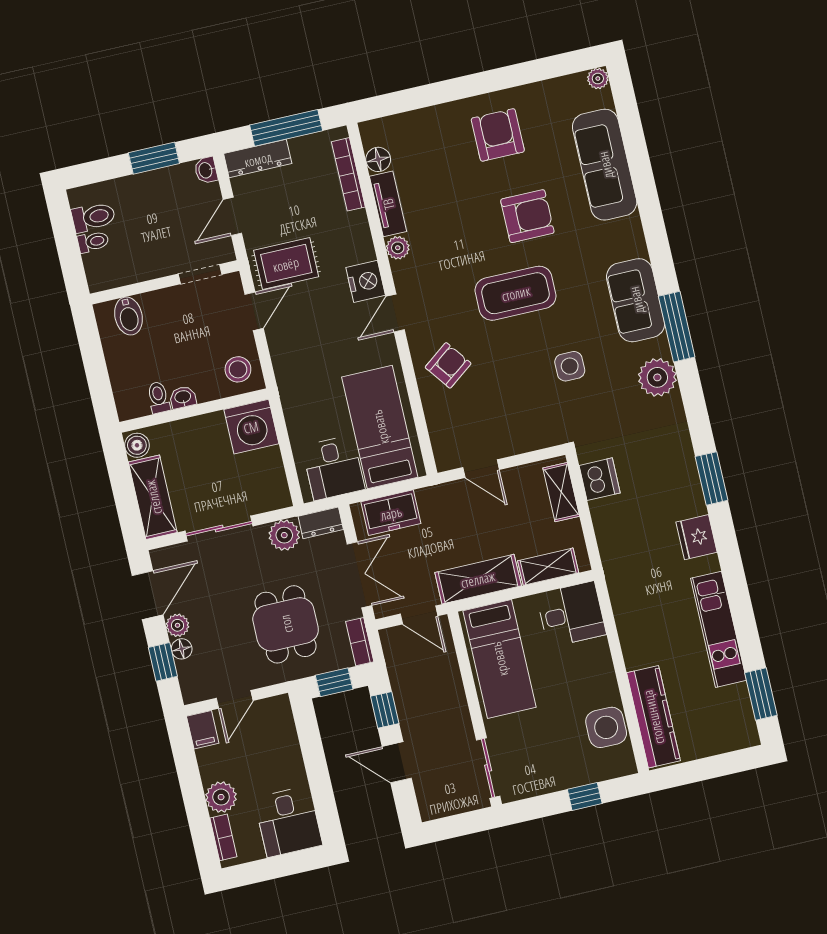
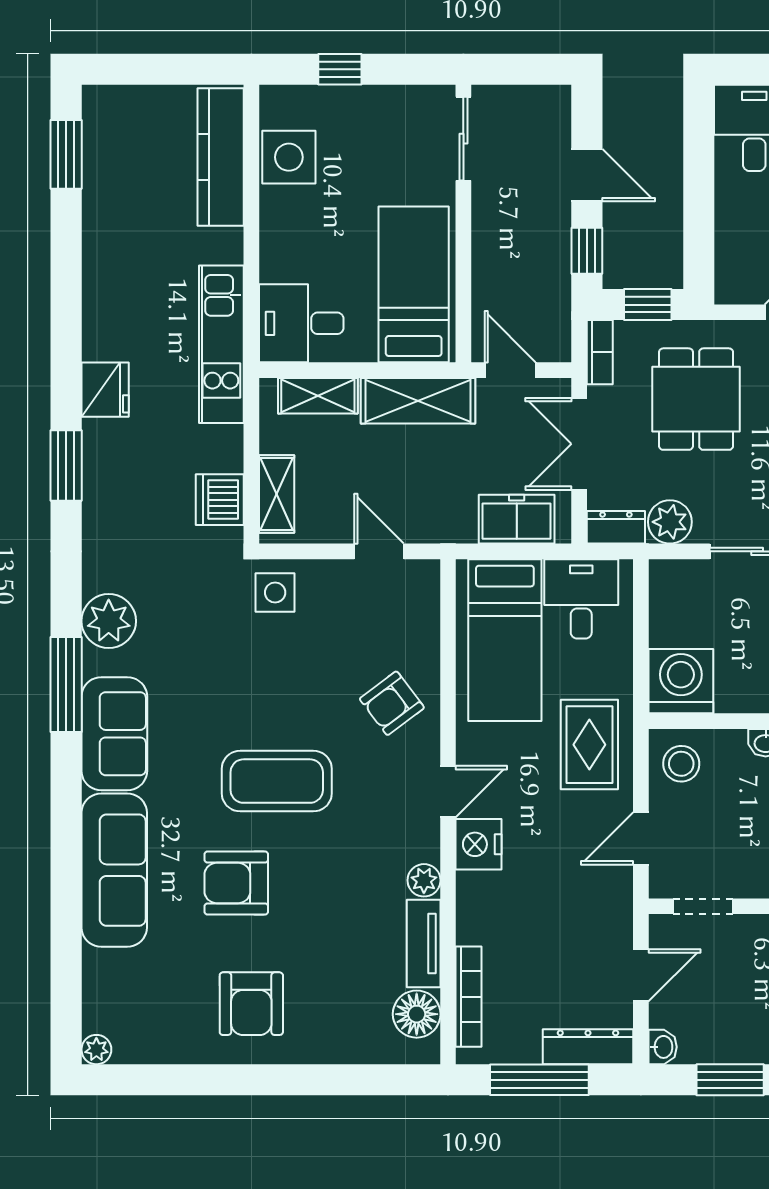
floor lamp: (378, 159) -> (417, 1014), width x1.38, depth x1.38
sofa: (605, 165) -> (114, 870), moved
rug: (286, 264) -> (589, 745), moved, turned 90
side table: (570, 366) -> (275, 592), moved
kitchen unit: (719, 629) -> (221, 344), moved, turned 180

